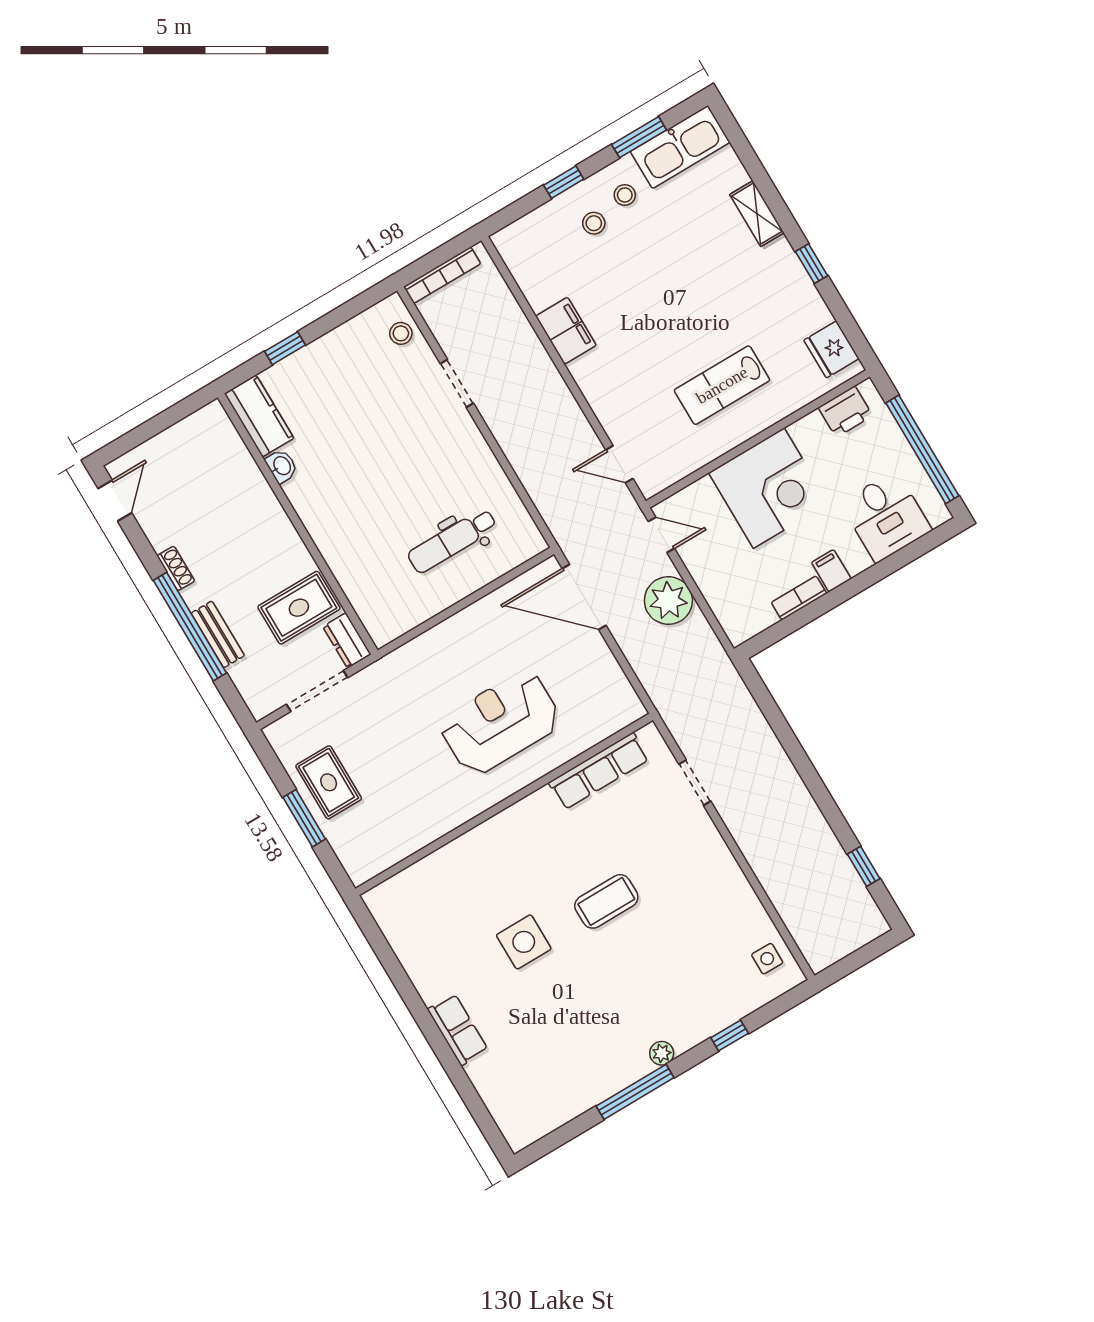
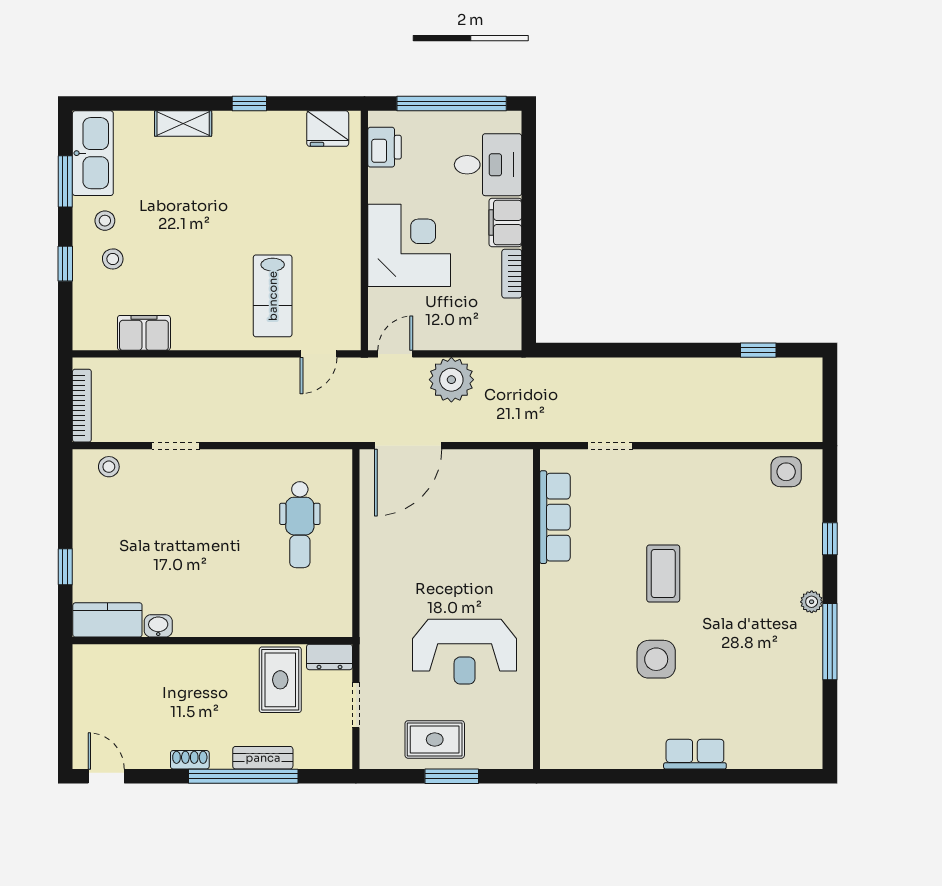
filing cabinet: (566, 331) -> (144, 333), moved
lab bench: (722, 385) -> (273, 296), moved
filing cabinet: (831, 571) -> (505, 222), width x2.00
doorway: (317, 691) -> (356, 705), width x0.73
reception desk: (500, 723) -> (465, 652), moved, turned -90
side table: (767, 959) -> (786, 472), width x1.37, depth x1.37

